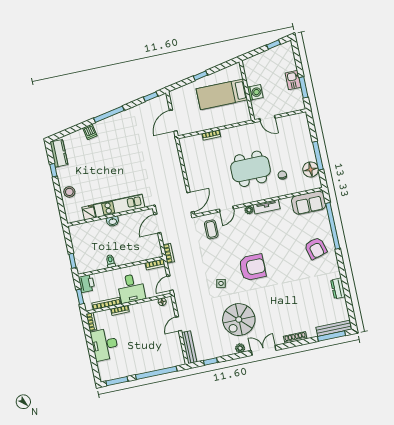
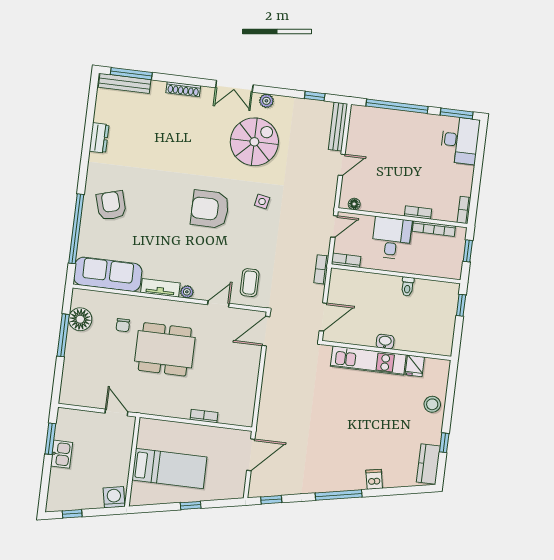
washing machine: (255, 92) -> (114, 497), moved, turned 79
sofa: (309, 203) -> (108, 274), width x1.36
printer: (87, 283) -> (452, 267), removed
desk: (105, 345) -> (460, 140), moved

